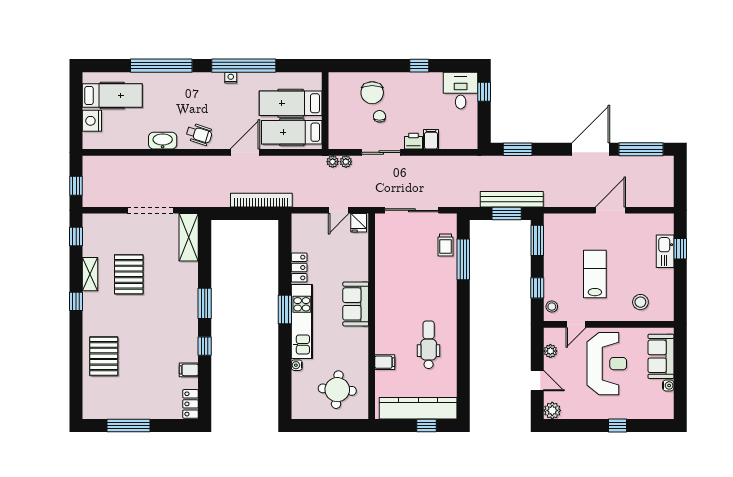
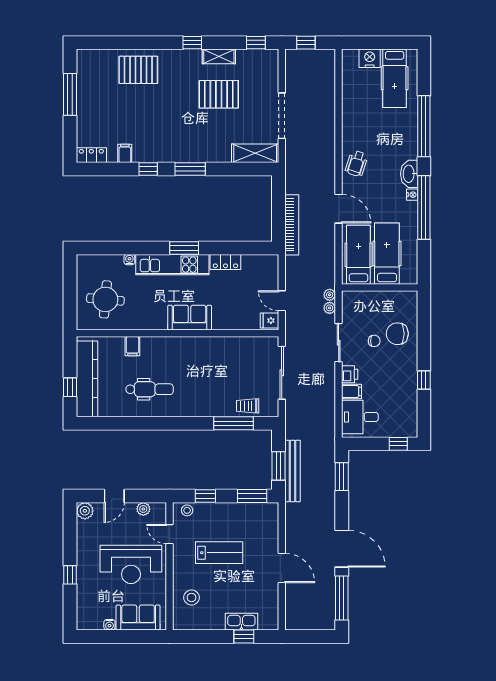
desk: (461, 91) -> (360, 417), moved, turned 180
washbasin: (163, 141) -> (409, 174), moved, turned 180

